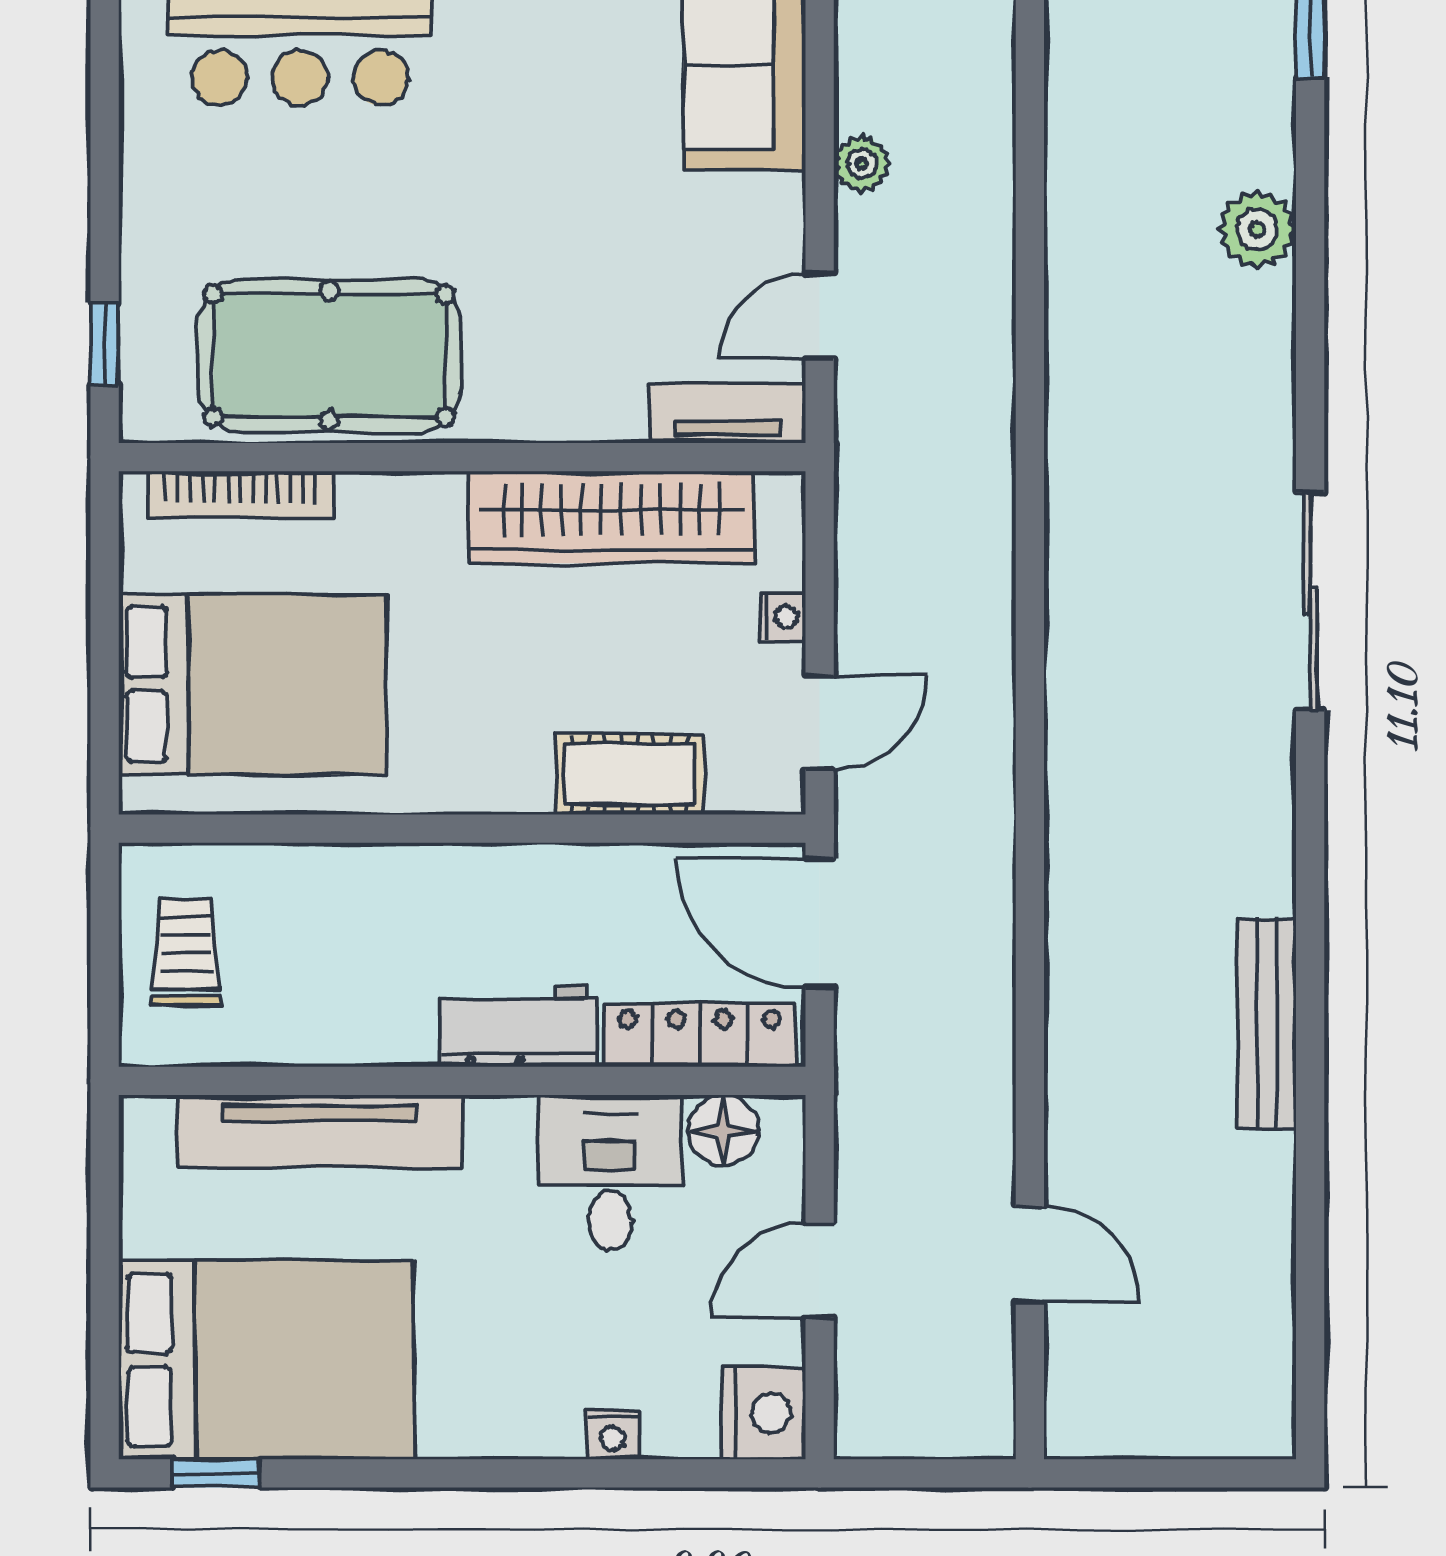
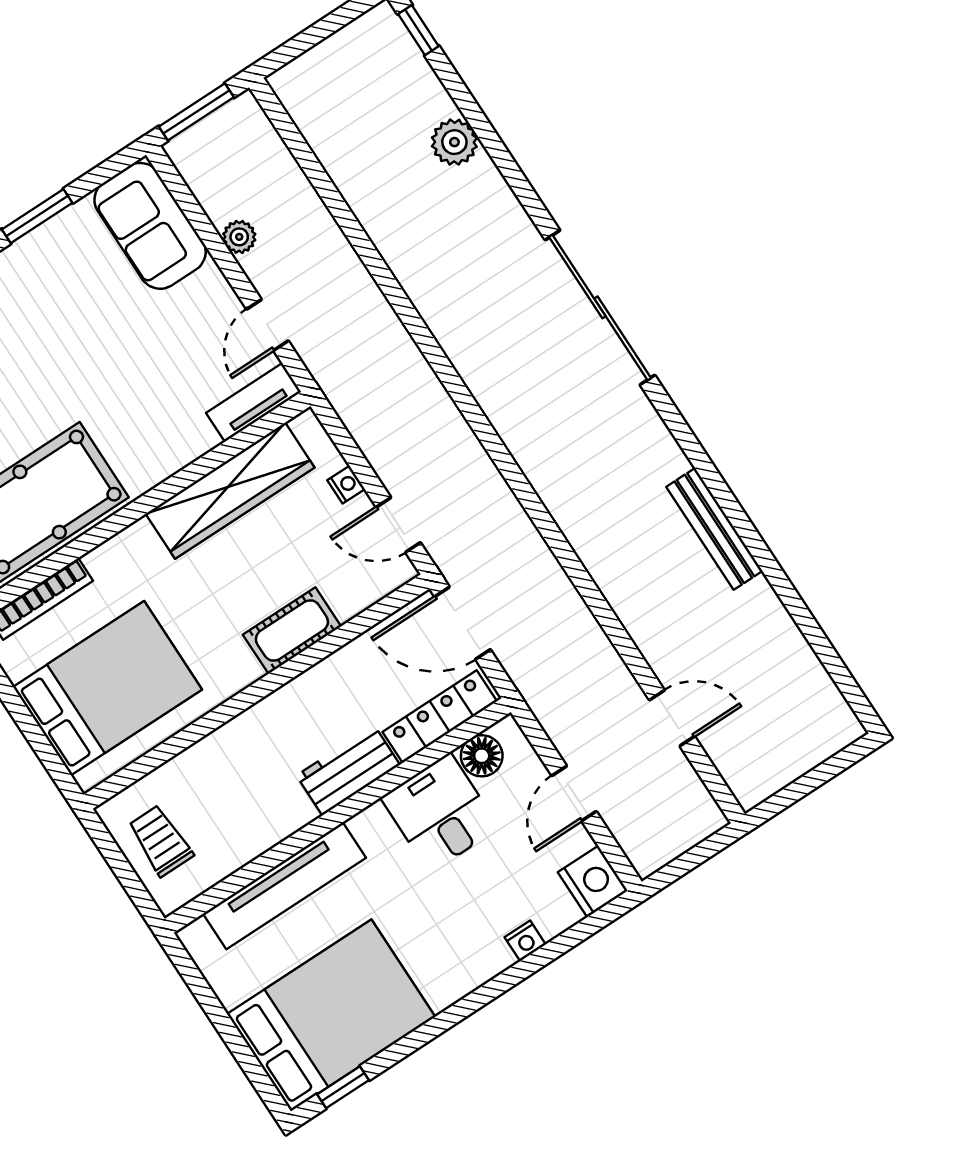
sliding door: (1310, 601) -> (600, 307), width x1.36
door: (820, 723) -> (398, 525), swing flipped
cot: (630, 774) -> (292, 630), moved

